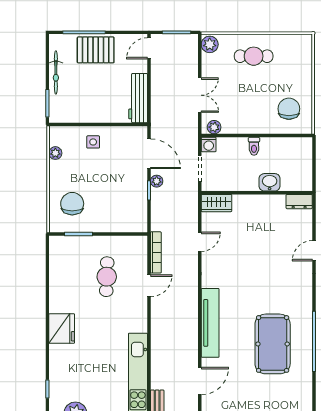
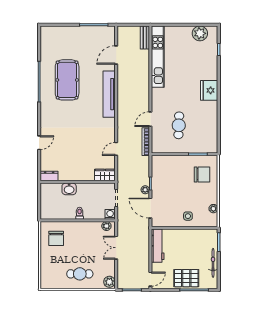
chair: (72, 204) -> (202, 174), turned -90

